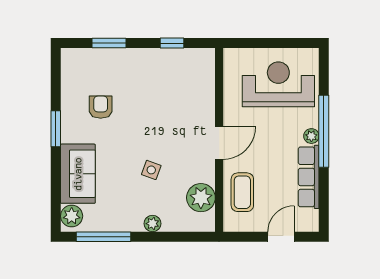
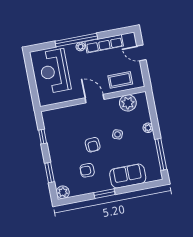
armchair: (142, 125) -> (93, 145), added
plant: (72, 216) -> (63, 192), moved

